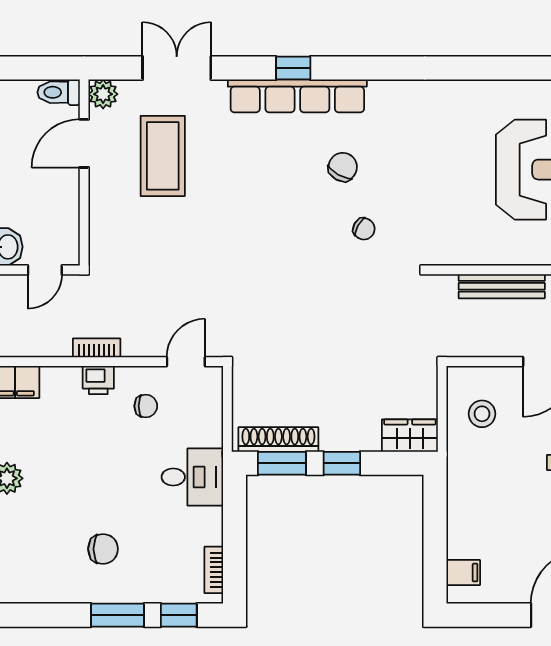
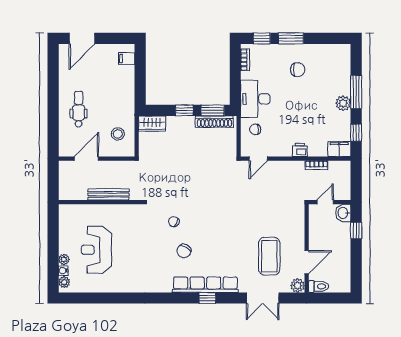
bookcase: (97, 348) -> (316, 165), moved
chair: (146, 406) -> (255, 129), moved
desk: (192, 477) -> (255, 99), width x1.37
chair: (103, 549) -> (298, 70), turned 180

